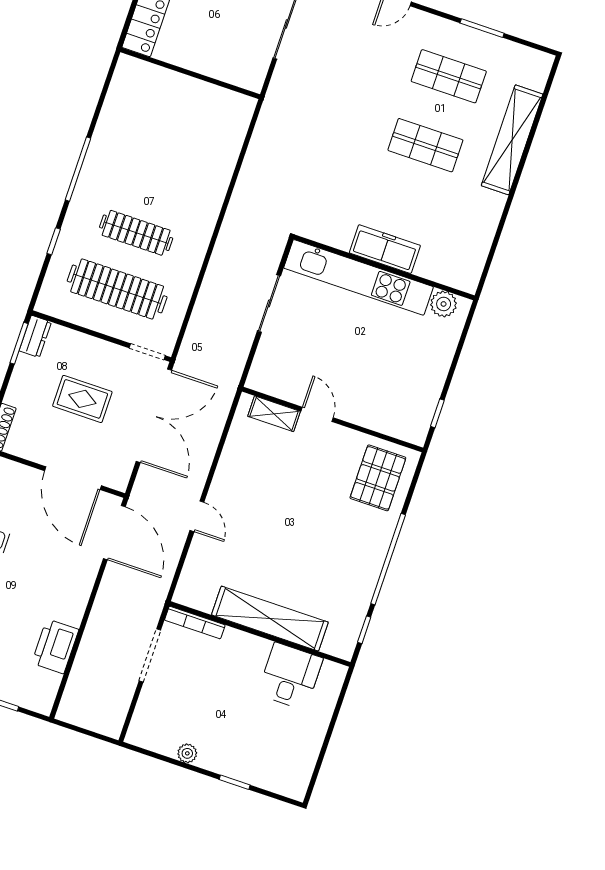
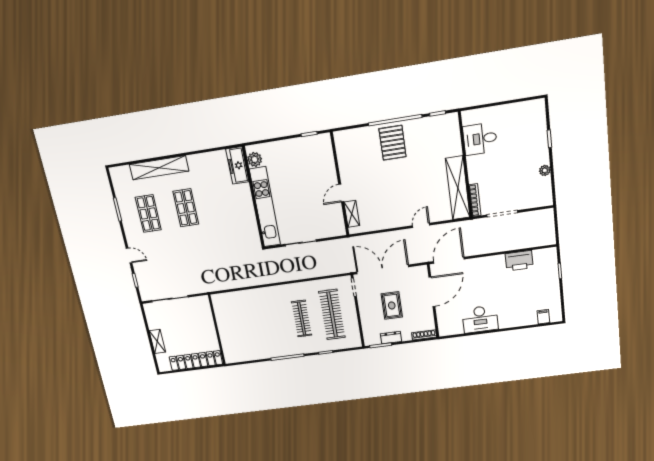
freezer: (385, 249) -> (237, 165), moved
dresser: (35, 336) -> (391, 338), moved
pallet: (378, 478) -> (393, 143), moved, turned 90
shelving: (270, 619) -> (458, 188), moved

